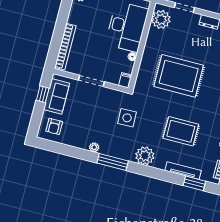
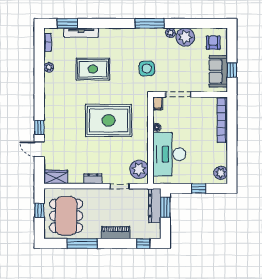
doorway: (91, 81) -> (178, 94), moved
plant: (145, 156) -> (185, 37), moved

